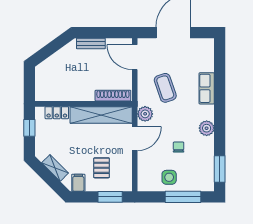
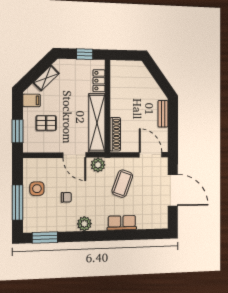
door: (135, 57) -> (151, 155), hinge flipped
coffee table: (165, 88) -> (122, 184), turned -51

